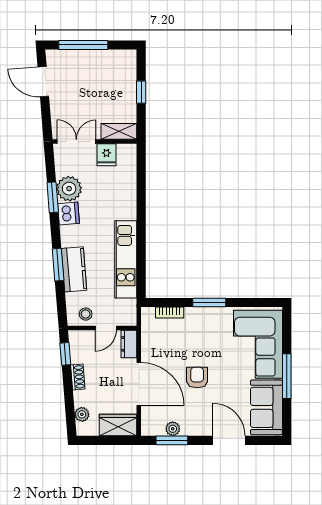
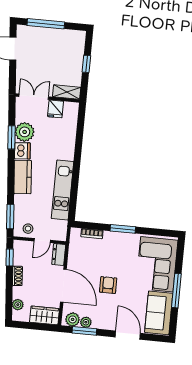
window: (58, 265) -> (10, 217), moved
kitchen counter: (74, 269) -> (23, 177), moved
plant: (155, 427) -> (73, 319), added

